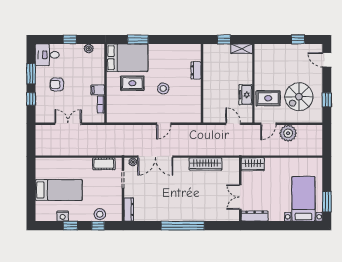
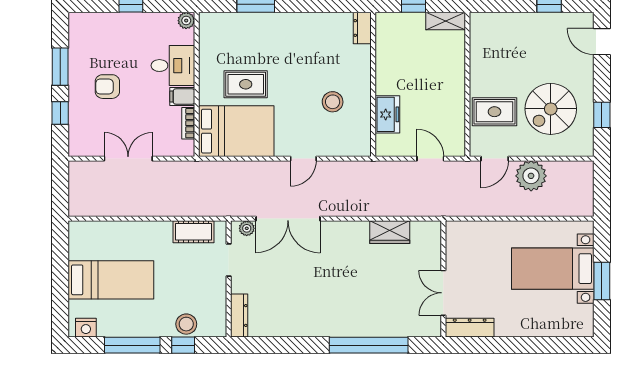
plant: (89, 48) -> (186, 21), moved
desk: (47, 55) -> (173, 66), moved, turned 180
bed: (127, 58) -> (236, 131), moved
dresser: (196, 70) -> (362, 28), moved
stool: (163, 89) -> (333, 102), moved
freezer: (246, 95) -> (387, 114), moved, turned 180
wardrobe: (206, 164) -> (390, 232), width x0.67
wardrobe: (253, 164) -> (466, 233), removed
bed with nightstands: (303, 199) -> (553, 269), moved, turned -90
window: (327, 202) -> (602, 281), moved
nightstand: (63, 216) -> (86, 328), moved
window: (70, 226) -> (132, 345), width x2.17
window: (183, 226) -> (369, 345), moved

